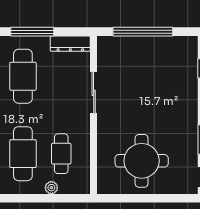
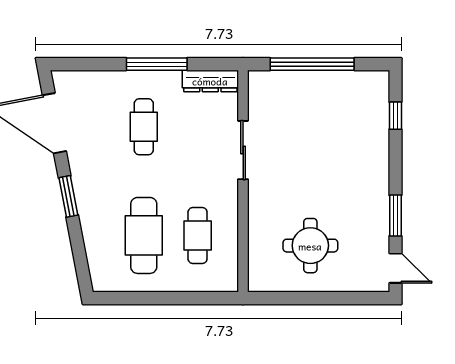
cafe table: (23, 76) -> (144, 127), width x0.73, depth x0.74
round table: (142, 161) -> (310, 246), width x0.73, depth x0.73
plant: (51, 188) -> (184, 283), removed

